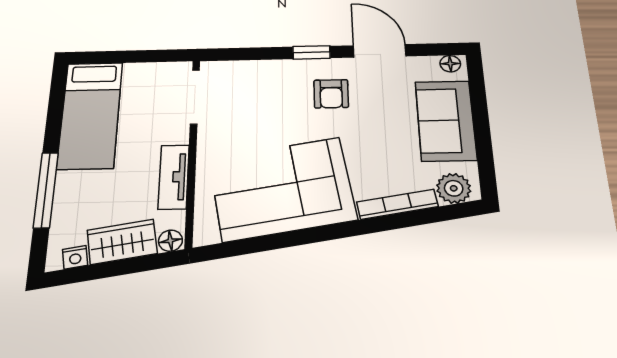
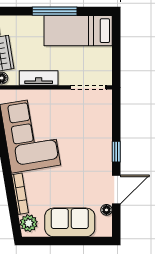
floor lamp: (450, 64) -> (106, 210), moved
armchair: (331, 94) -> (88, 162), removed
window: (46, 190) -> (55, 11), moved

